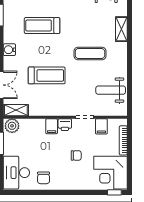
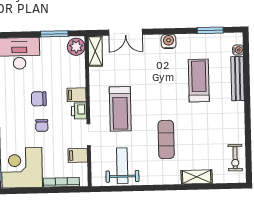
treadmill: (47, 75) -> (120, 109), moved
chair: (44, 178) -> (39, 99), moved

